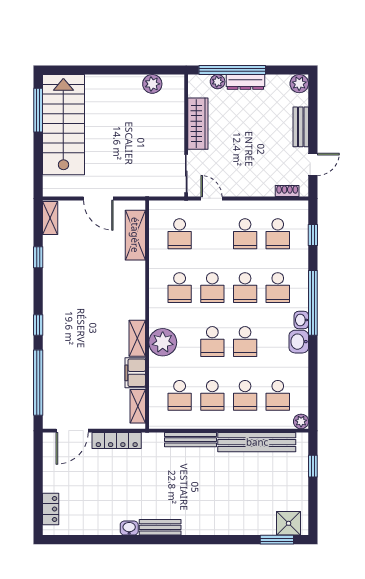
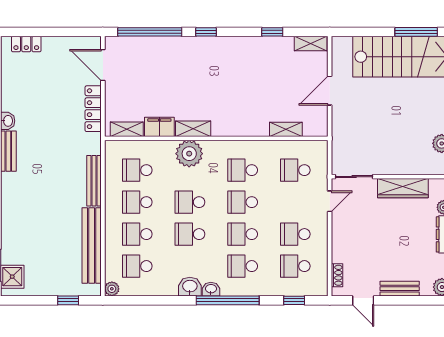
shelving: (135, 235) -> (286, 129), width x0.67, depth x0.75

